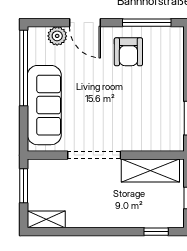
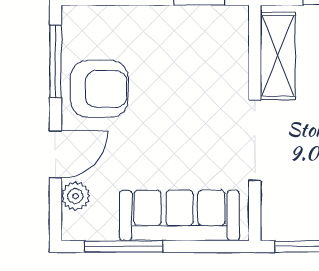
armchair: (128, 52) -> (99, 89), width x1.36, depth x1.36
window: (24, 68) -> (124, 246), width x0.68

